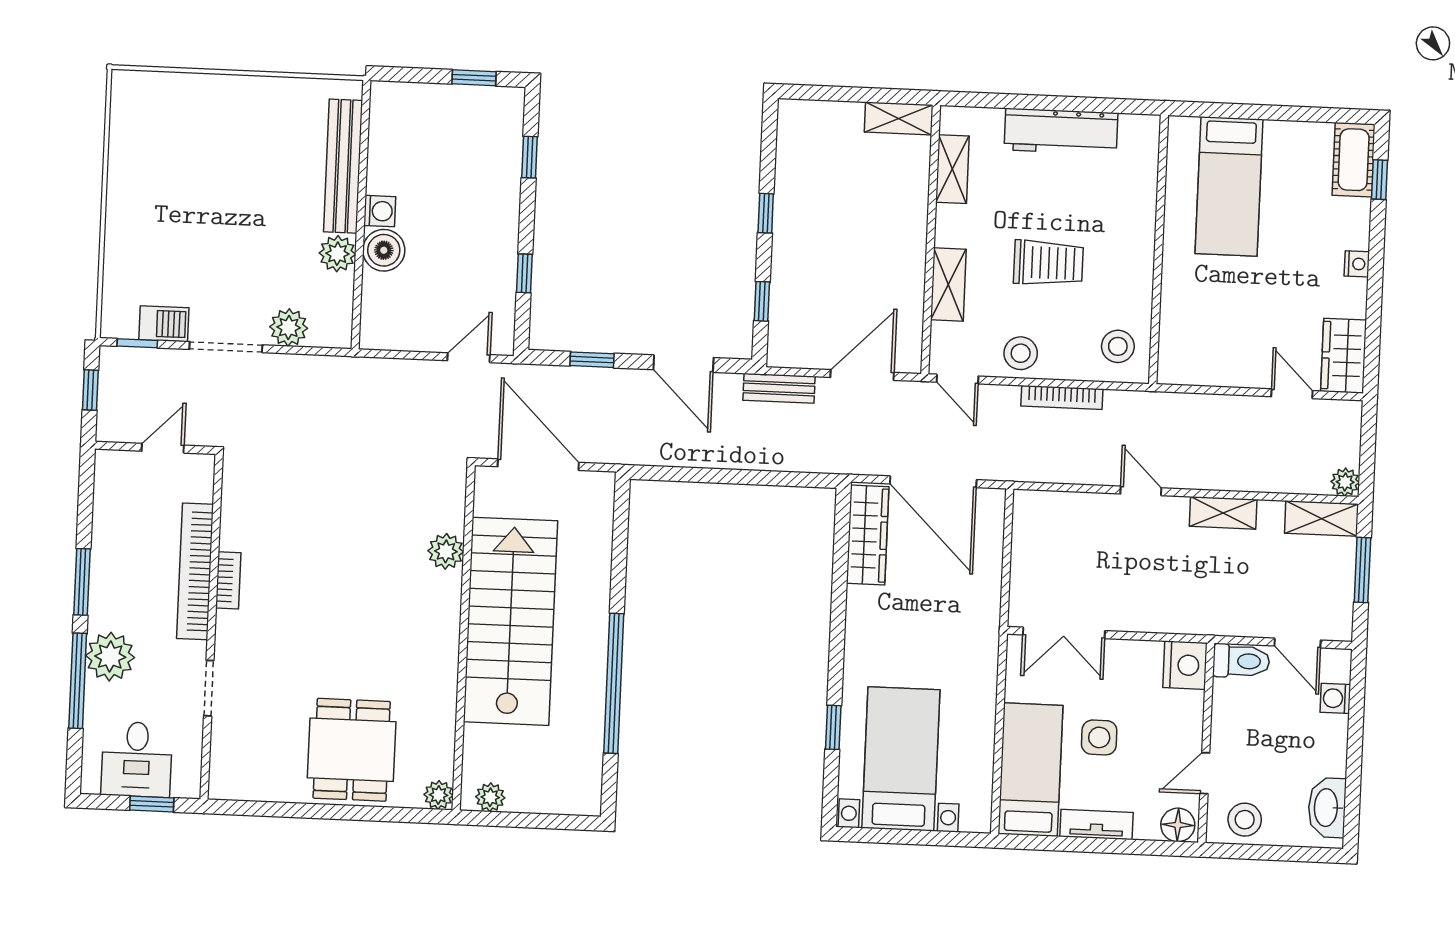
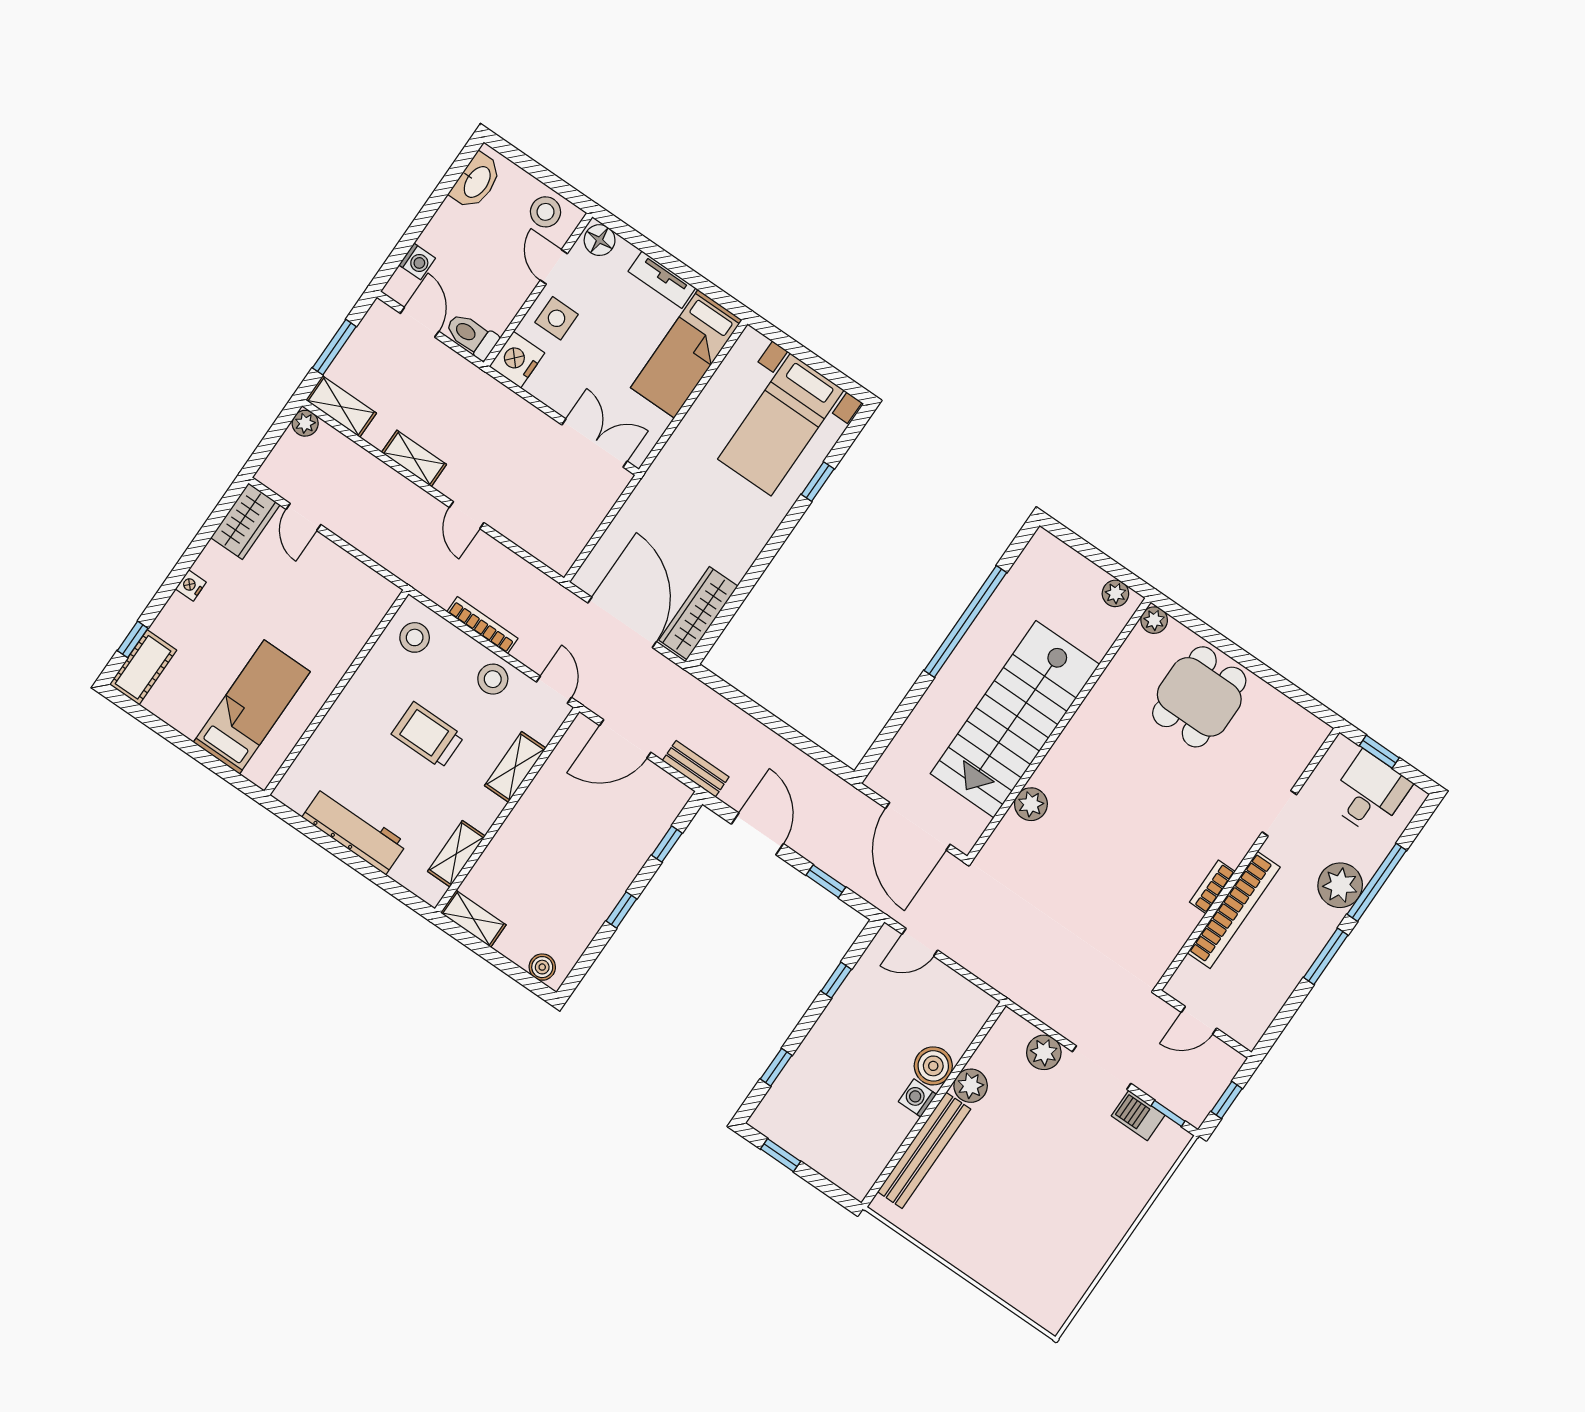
boiler: (806, 114) -> (542, 967), added
side table: (1099, 737) -> (557, 318), moved
door: (1205, 773) -> (554, 267), swing flipped

